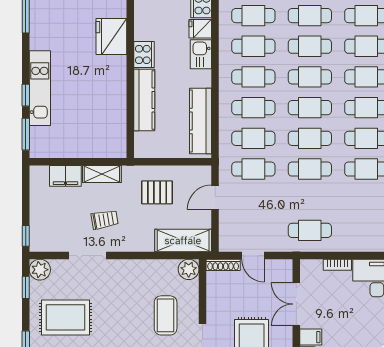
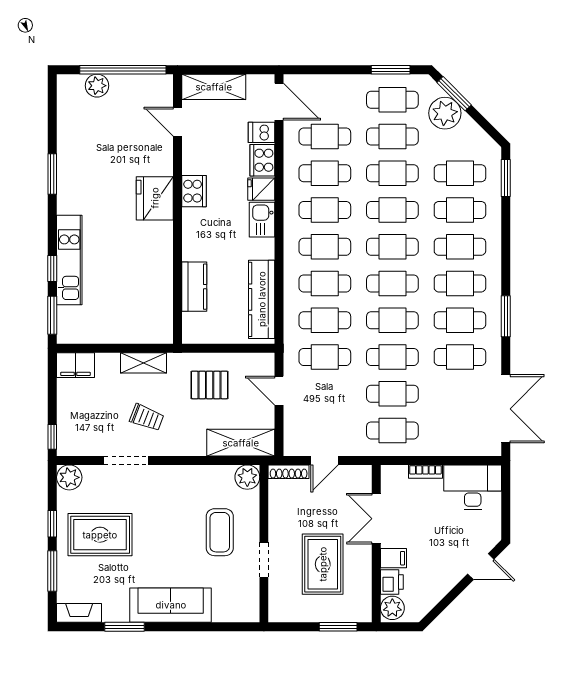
cooker: (144, 54) -> (194, 191), moved
kitchen counter: (144, 100) -> (194, 287), width x0.67
filing cabinet: (65, 176) -> (75, 365), moved
door: (215, 197) -> (279, 391), hinge flipped
cafe table: (310, 200) -> (392, 394), added
trolley: (105, 220) -> (147, 418), turned 31
door: (253, 256) -> (325, 461), hinge flipped
window: (26, 287) -> (52, 524), moved

